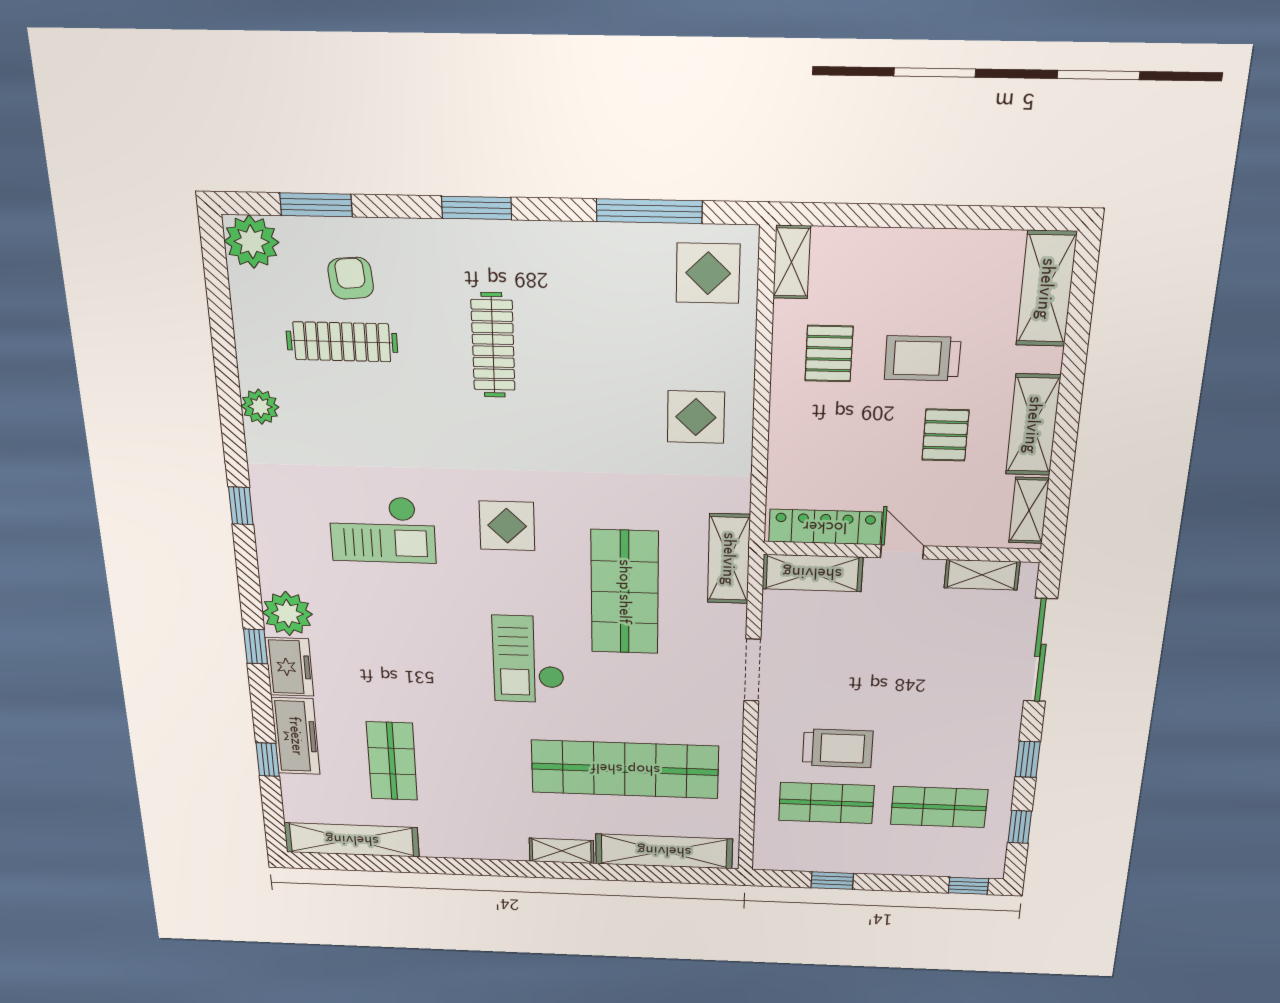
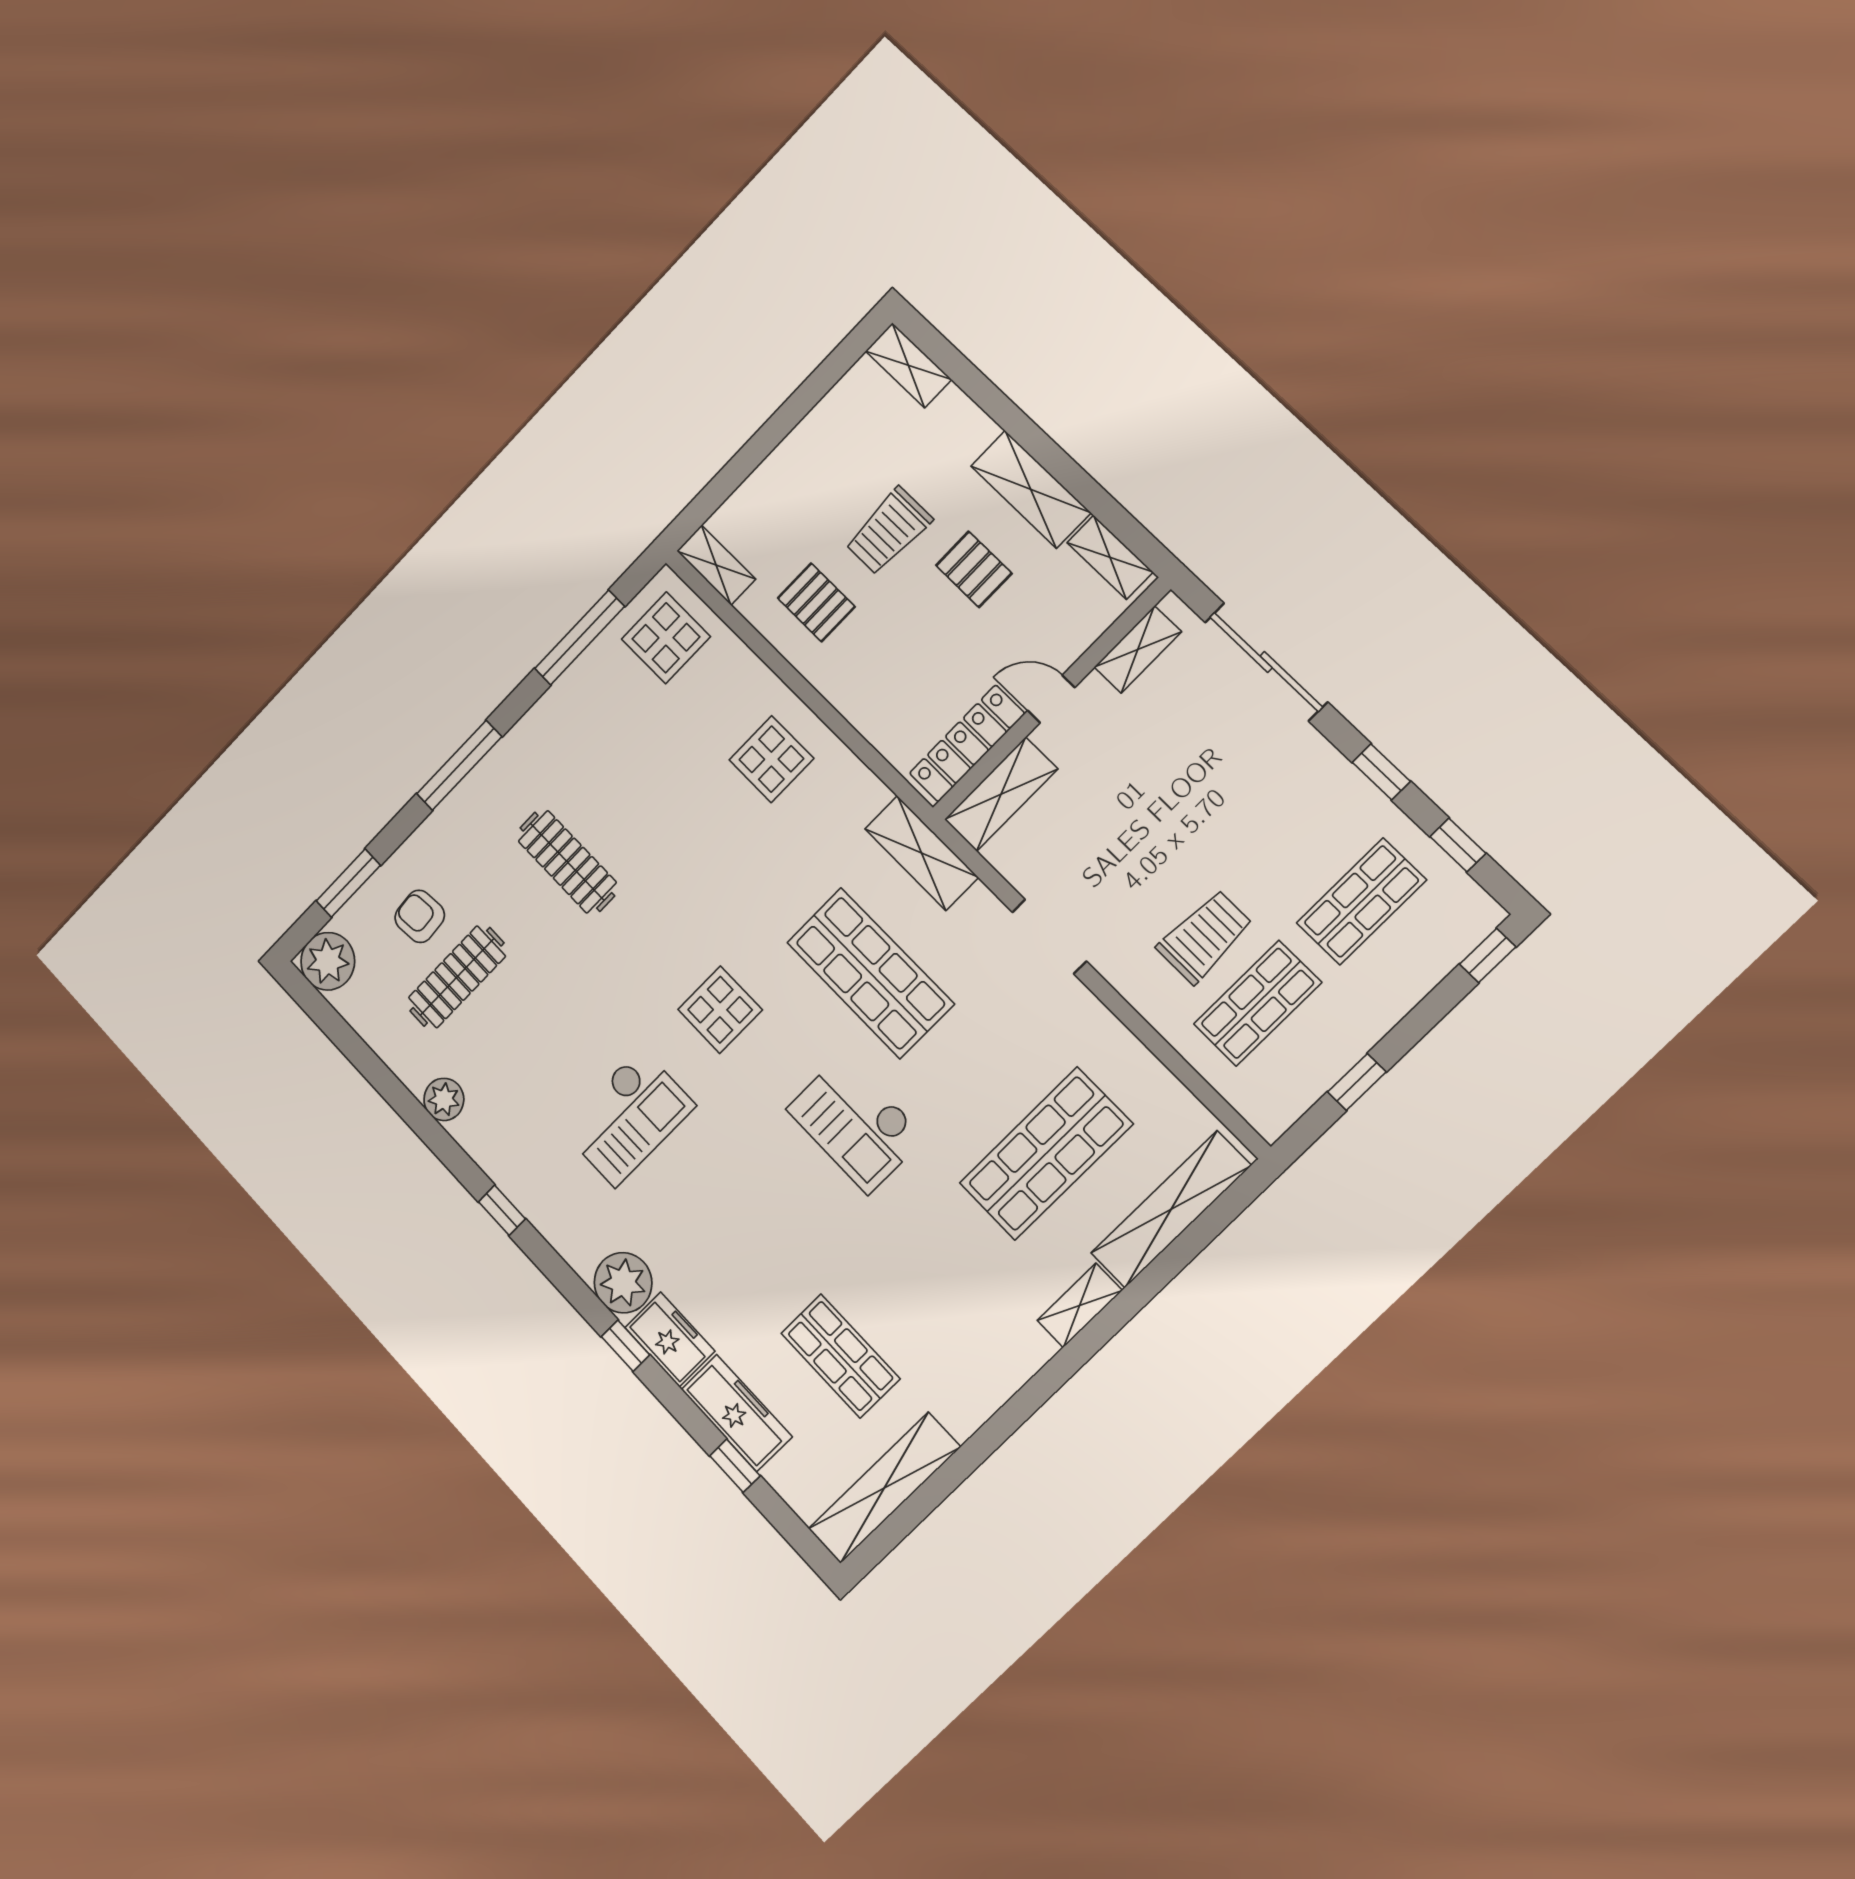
window: (477, 208) -> (459, 765), width x1.44
shelving: (1046, 289) -> (908, 365), width x0.67, depth x0.75
shop shelf: (625, 769) -> (1046, 1154), width x0.71

